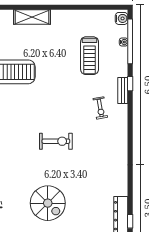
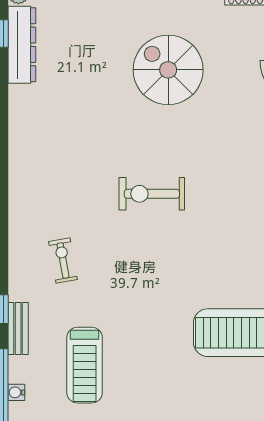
treadmill: (90, 56) -> (85, 365), turned 180
bench: (123, 90) -> (18, 328), moved

